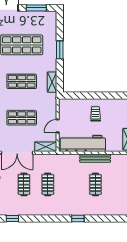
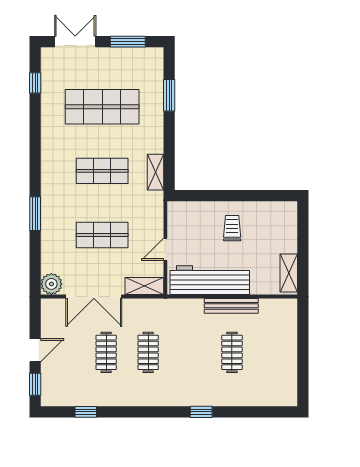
window: (60, 50) -> (169, 95), moved

